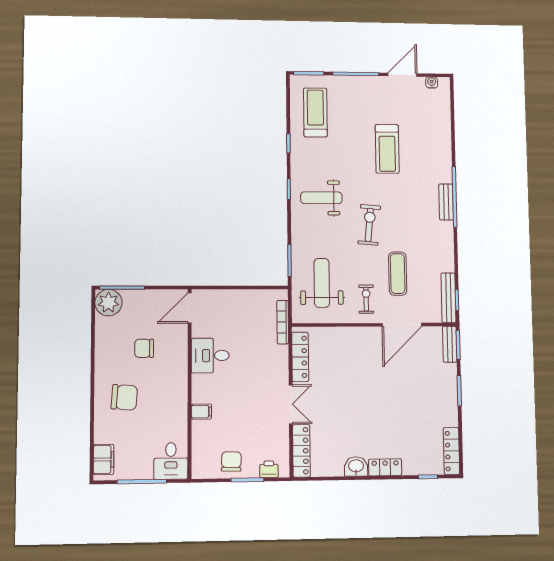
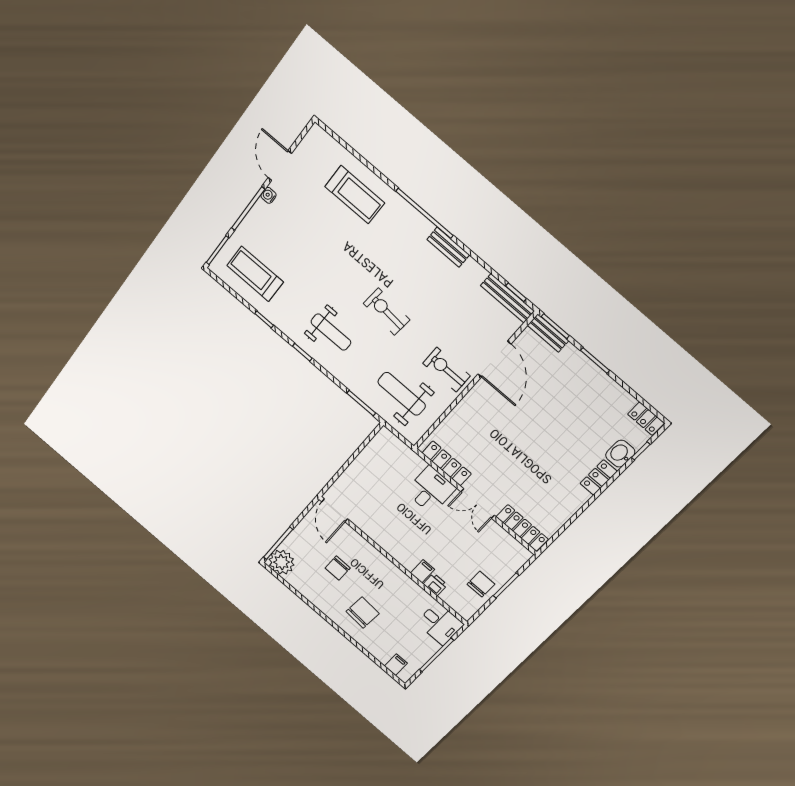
water cooler: (432, 82) -> (268, 195), moved
treadmill: (387, 149) -> (355, 195), moved
weight bench: (321, 198) -> (331, 332), turned -90
bench: (446, 202) -> (448, 247), moved
exercise mat: (398, 274) -> (448, 324), removed
exercise bike: (366, 299) -> (446, 370), width x1.38, depth x1.39
bookcase: (283, 322) -> (407, 452), removed
desk: (210, 356) -> (430, 490), moved, turned 180
double door: (291, 404) -> (478, 504), swing flipped
locker: (451, 451) -> (646, 419), width x0.66
filing cabinet: (104, 459) -> (396, 665), width x0.50
chair: (231, 462) -> (481, 584), turned 88
washbasin: (356, 466) -> (620, 454), moved
printer: (269, 469) -> (435, 584), moved, turned 90

